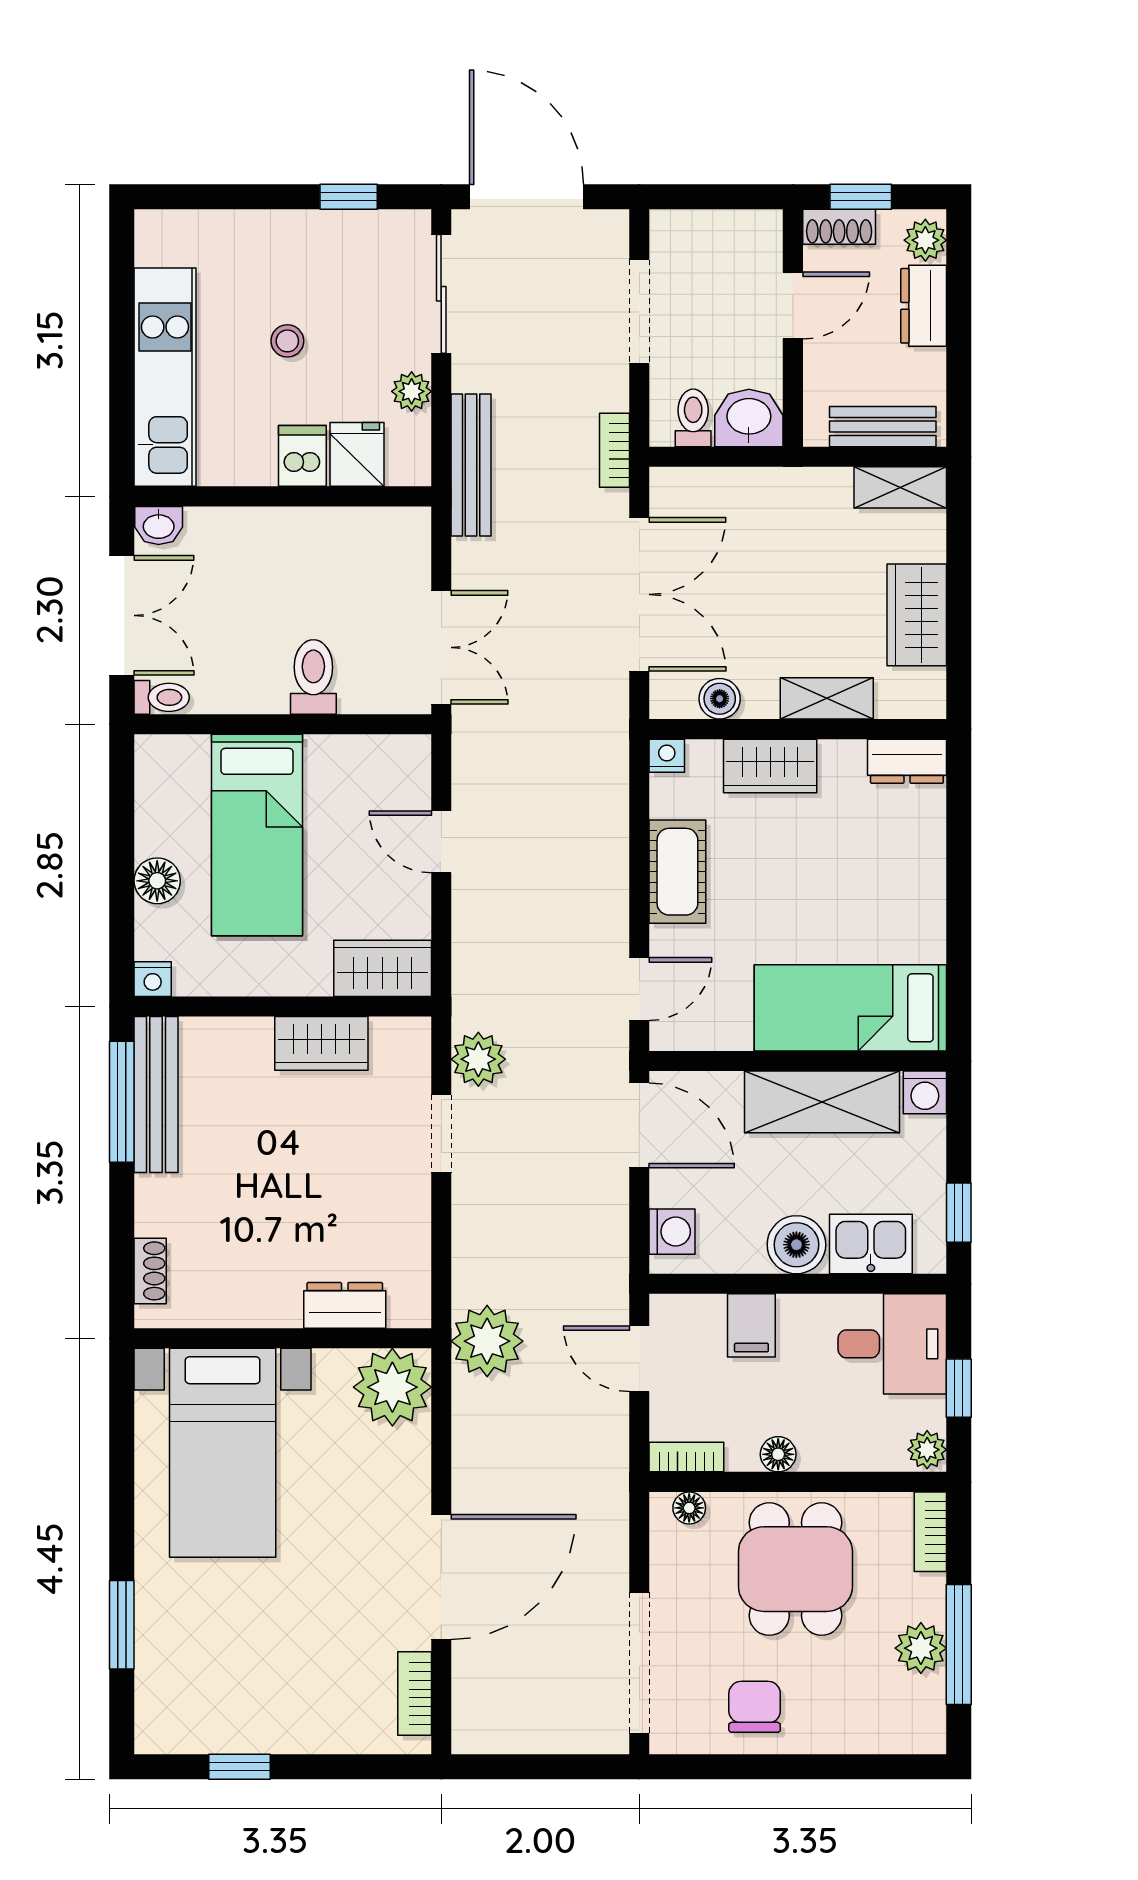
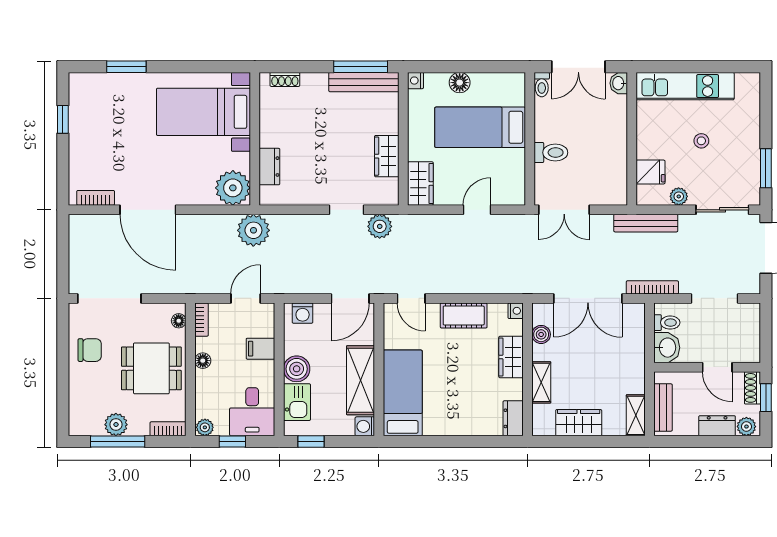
window: (349, 197) -> (766, 168), width x1.50
bookcase: (615, 450) -> (652, 287), width x1.56
dishwasher: (302, 456) -> (650, 148), removed

